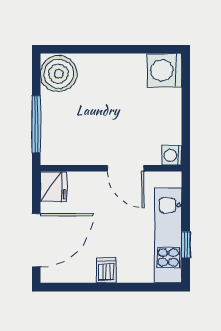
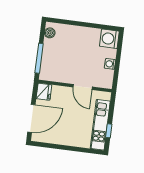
boiler: (59, 74) -> (50, 33), width x0.54, depth x0.54
washing machine: (172, 155) -> (110, 64), moved
dishwasher: (106, 270) -> (66, 139), removed

